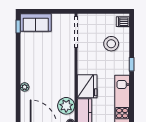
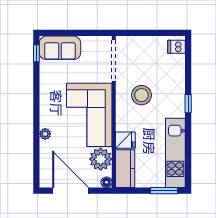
stool: (111, 44) -> (141, 95), moved
corner sofa: (58, 73) -> (89, 115), added
fridge: (87, 86) -> (125, 140), width x0.53, depth x0.75

